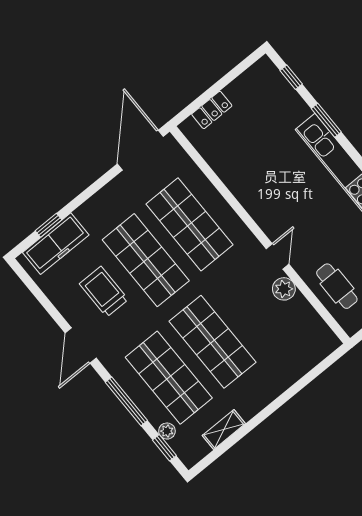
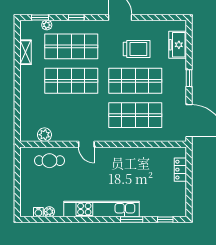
window: (48, 225) -> (189, 78), moved
freezer: (56, 244) -> (178, 45), width x0.71
plant: (284, 289) -> (44, 135), moved
window: (126, 401) -> (76, 17), width x0.46

